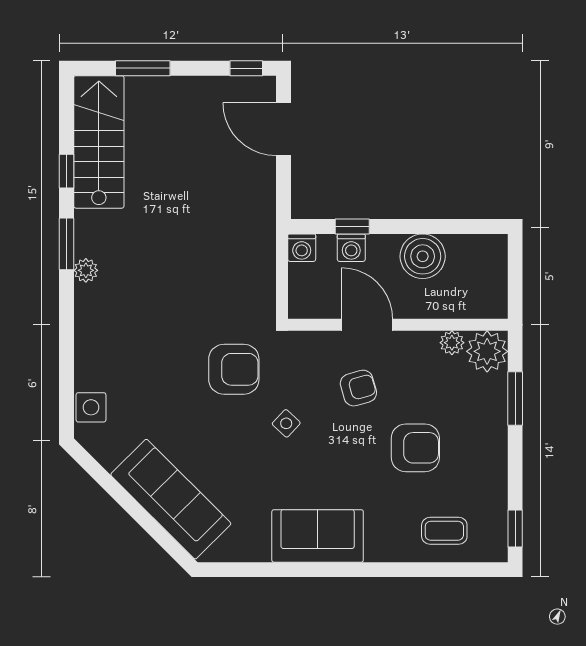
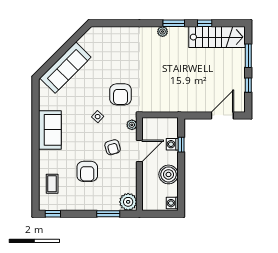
window: (246, 68) -> (248, 85), moved
washing machine: (302, 248) -> (172, 203), moved
plant: (452, 343) -> (132, 125), moved
side table: (91, 407) -> (104, 34), removed

